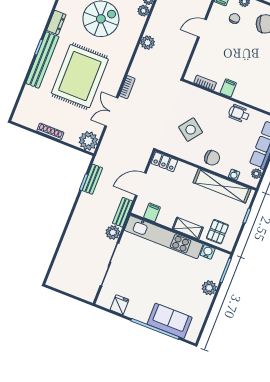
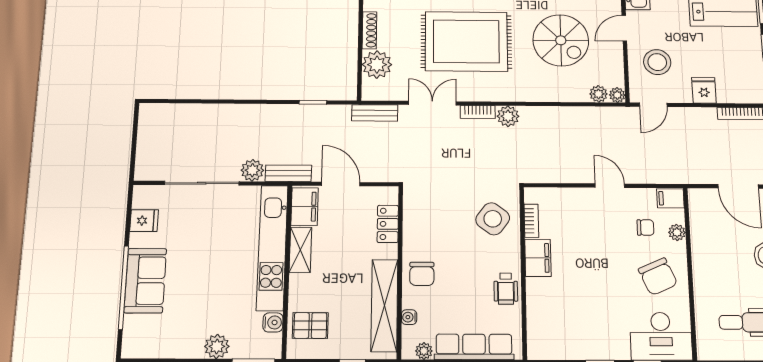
plant: (148, 43) -> (508, 116), moved
filing cabinet: (228, 88) -> (538, 258), width x2.00
wheelchair: (239, 114) -> (506, 289), turned 180
side table: (191, 130) -> (493, 219), moved
plant: (88, 141) -> (377, 65), moved
locker: (164, 162) -> (388, 224), moved
bench: (92, 179) -> (375, 113), moved
filing cabinet: (152, 212) -> (305, 207), width x2.00
shelving: (188, 228) -> (300, 250), moved
sofa: (170, 321) -> (145, 281), moved

